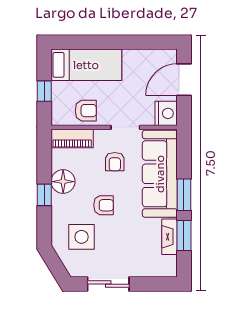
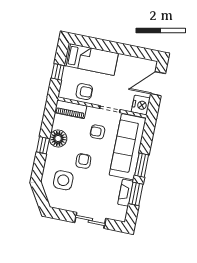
armchair: (115, 162) -> (97, 132), turned 90
armchair: (104, 205) -> (83, 161), turned -92
sliding door: (108, 284) -> (90, 220), moved

